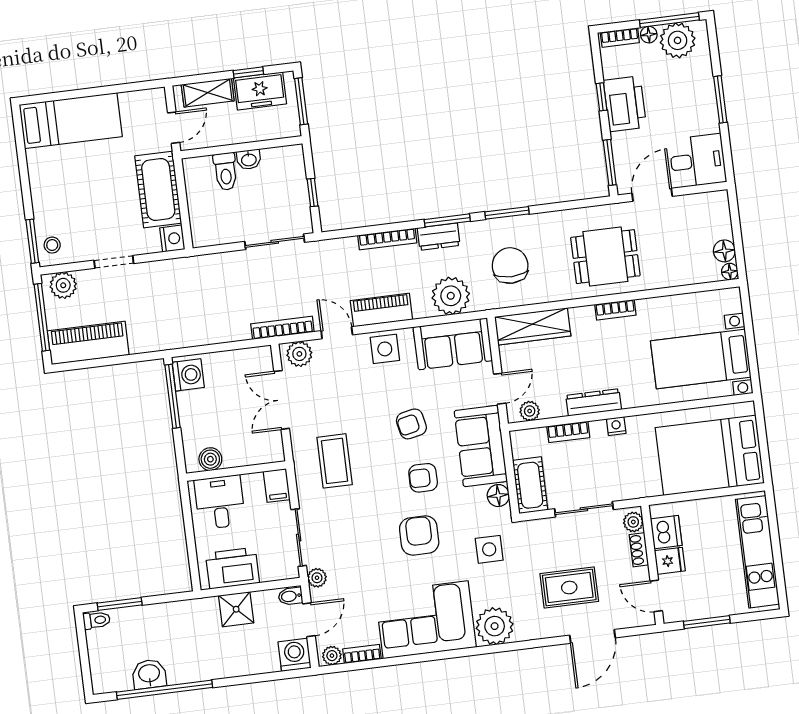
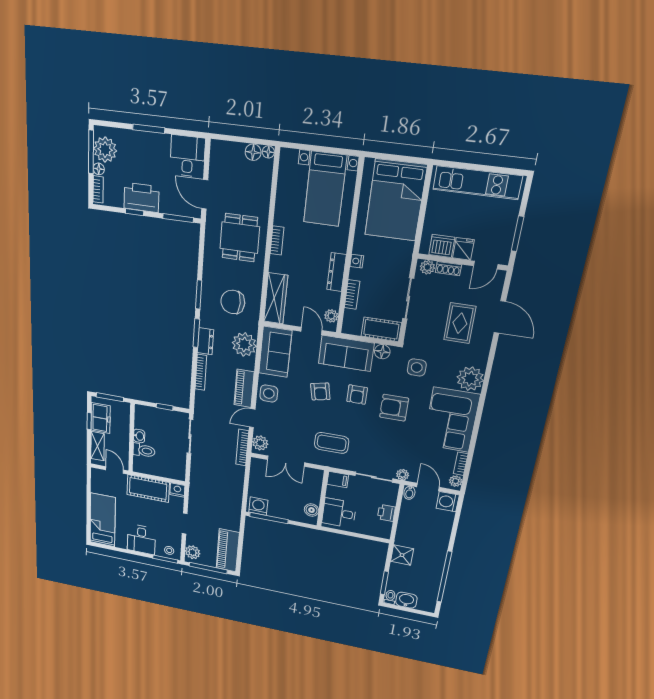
desk: (57, 194) -> (141, 539), added
printer: (233, 568) -> (386, 513), width x0.53, depth x0.68
shower: (236, 609) -> (402, 555), moved
washbasin: (149, 674) -> (406, 600), moved, turned 90

